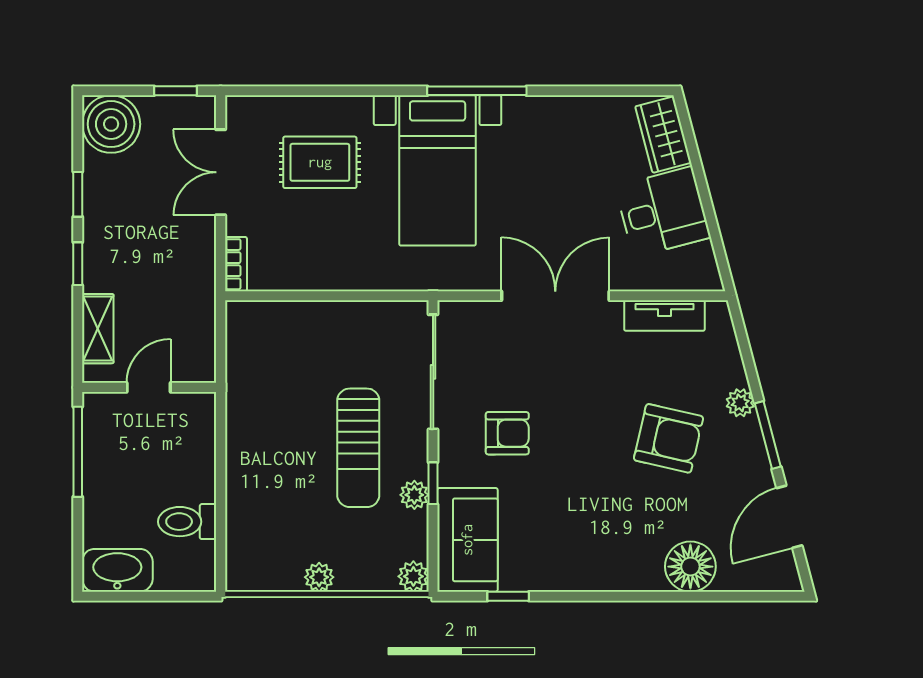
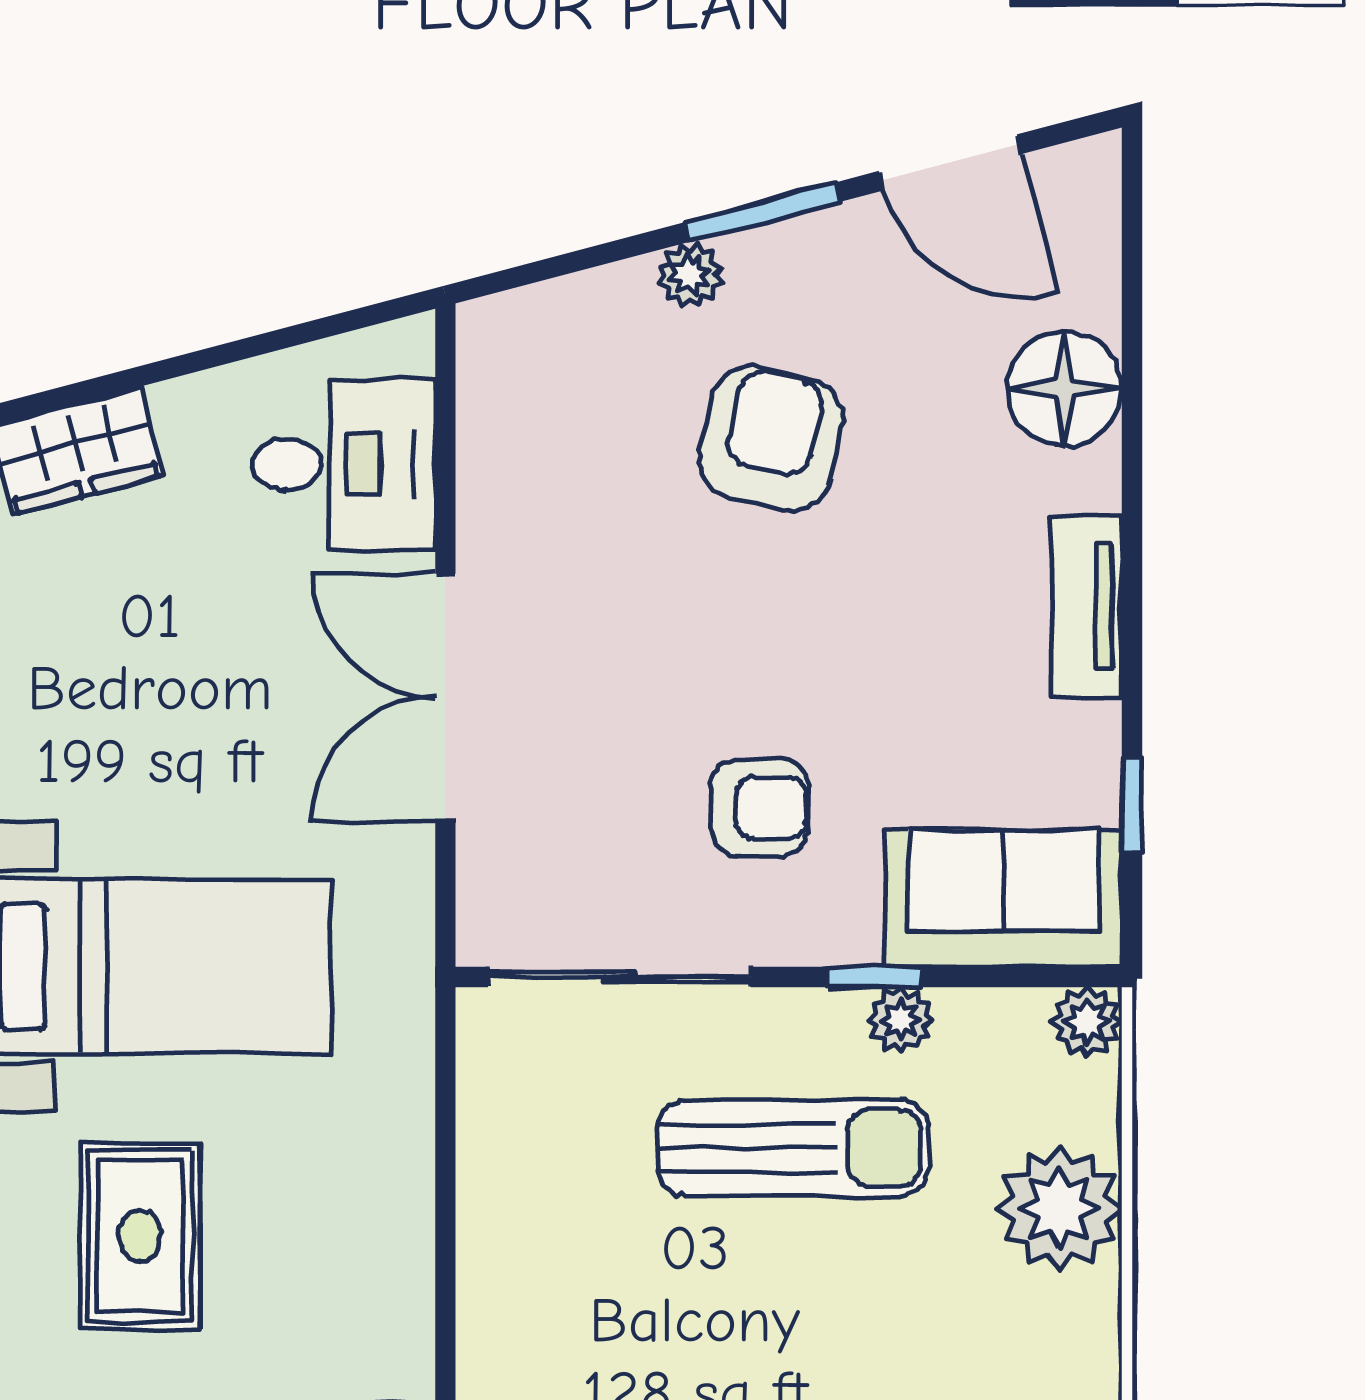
desk: (663, 212) -> (344, 465), moved, turned 105
tv unit: (664, 316) -> (1087, 607), moved, turned 180
armchair: (507, 433) -> (759, 807), turned 90
plant: (319, 577) -> (1060, 1208), width x1.87, depth x1.87

